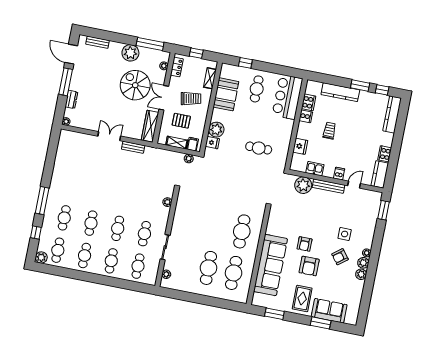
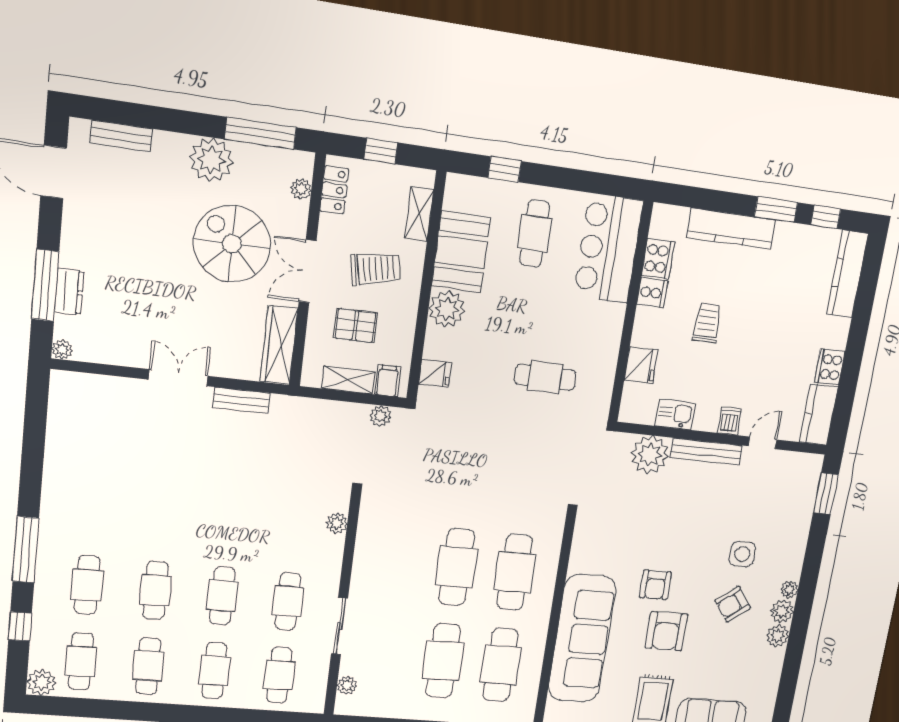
window: (66, 82) -> (45, 285), moved
plant: (216, 130) -> (447, 309), moved
cafe table: (217, 226) -> (456, 567), added

